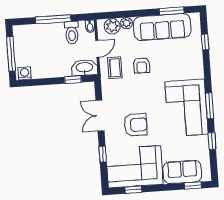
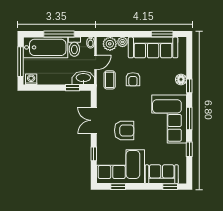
bathtub: (39, 36) -> (46, 47), added
window: (205, 42) -> (189, 86), moved
floor lamp: (197, 62) -> (181, 79), added

